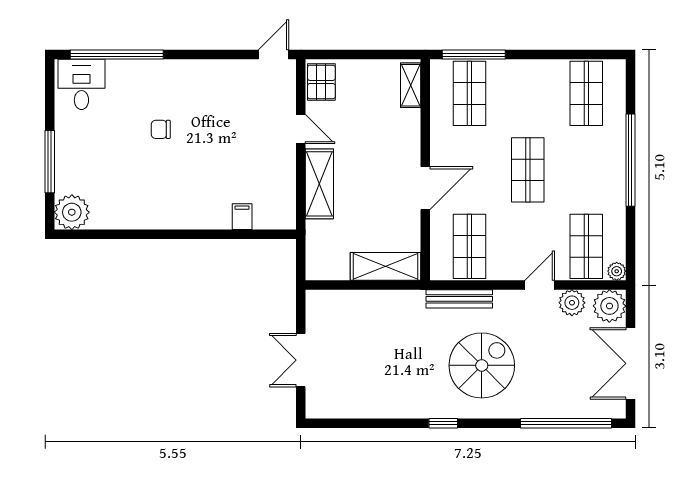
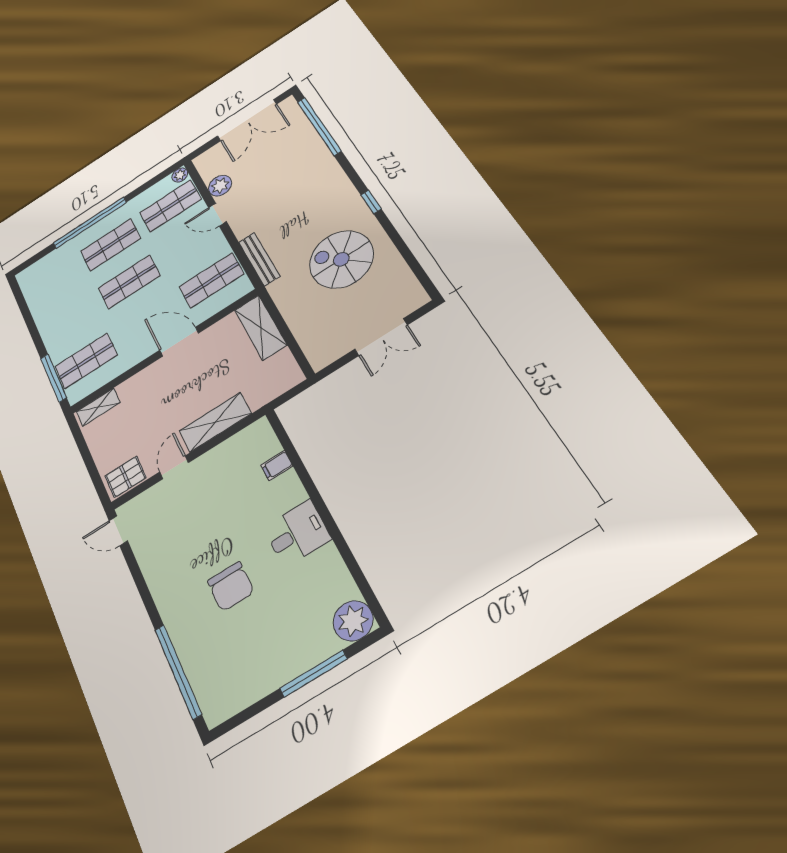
desk: (81, 84) -> (297, 533), moved, turned 180
shop shelf: (586, 93) -> (111, 245), moved
chair: (161, 129) -> (231, 586), width x1.87, depth x1.87
plant: (609, 306) -> (209, 162), removed
spiral stairs: (482, 365) -> (341, 259), moved

